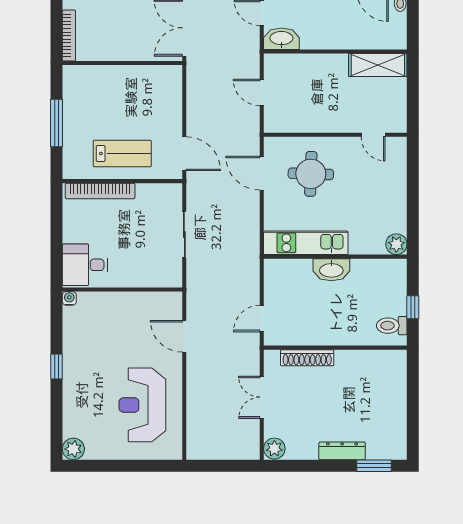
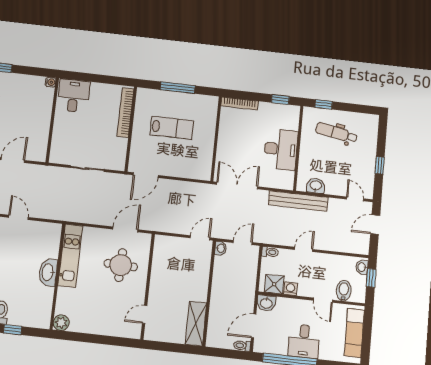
washbasin: (281, 39) -> (221, 248), width x0.52, depth x0.69
door: (262, 92) -> (200, 238), moved
lab bench: (122, 154) -> (172, 128), moved, turned -90

